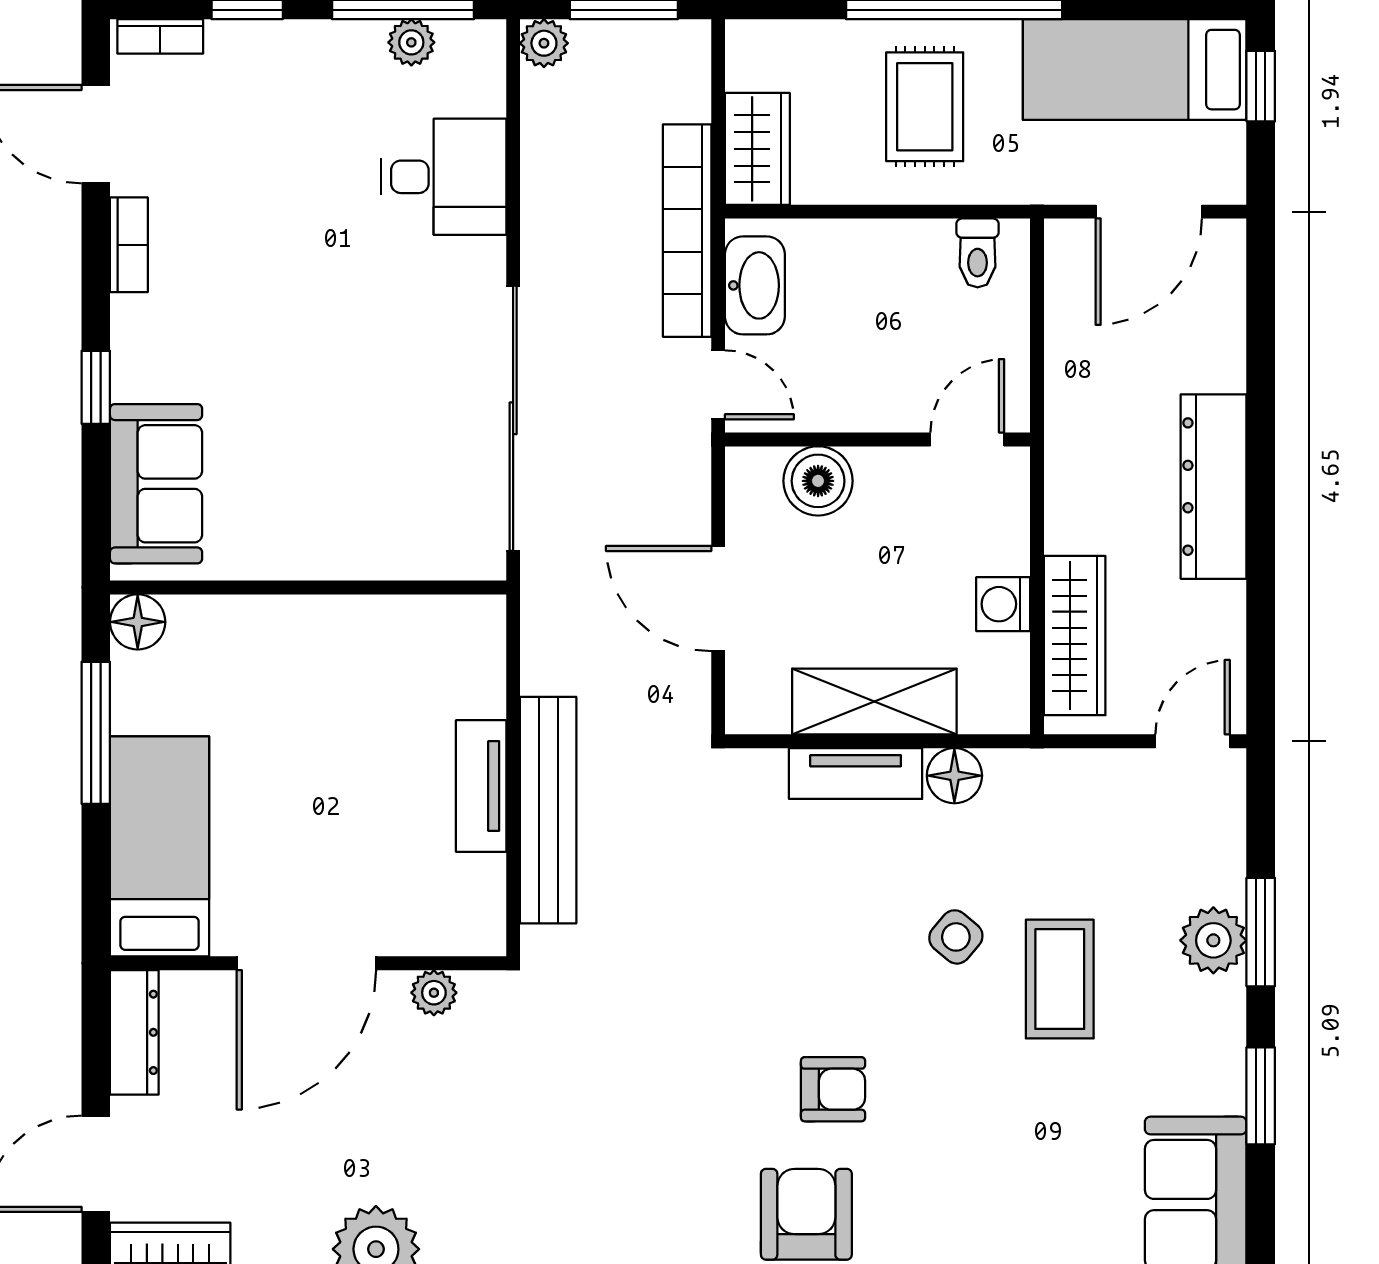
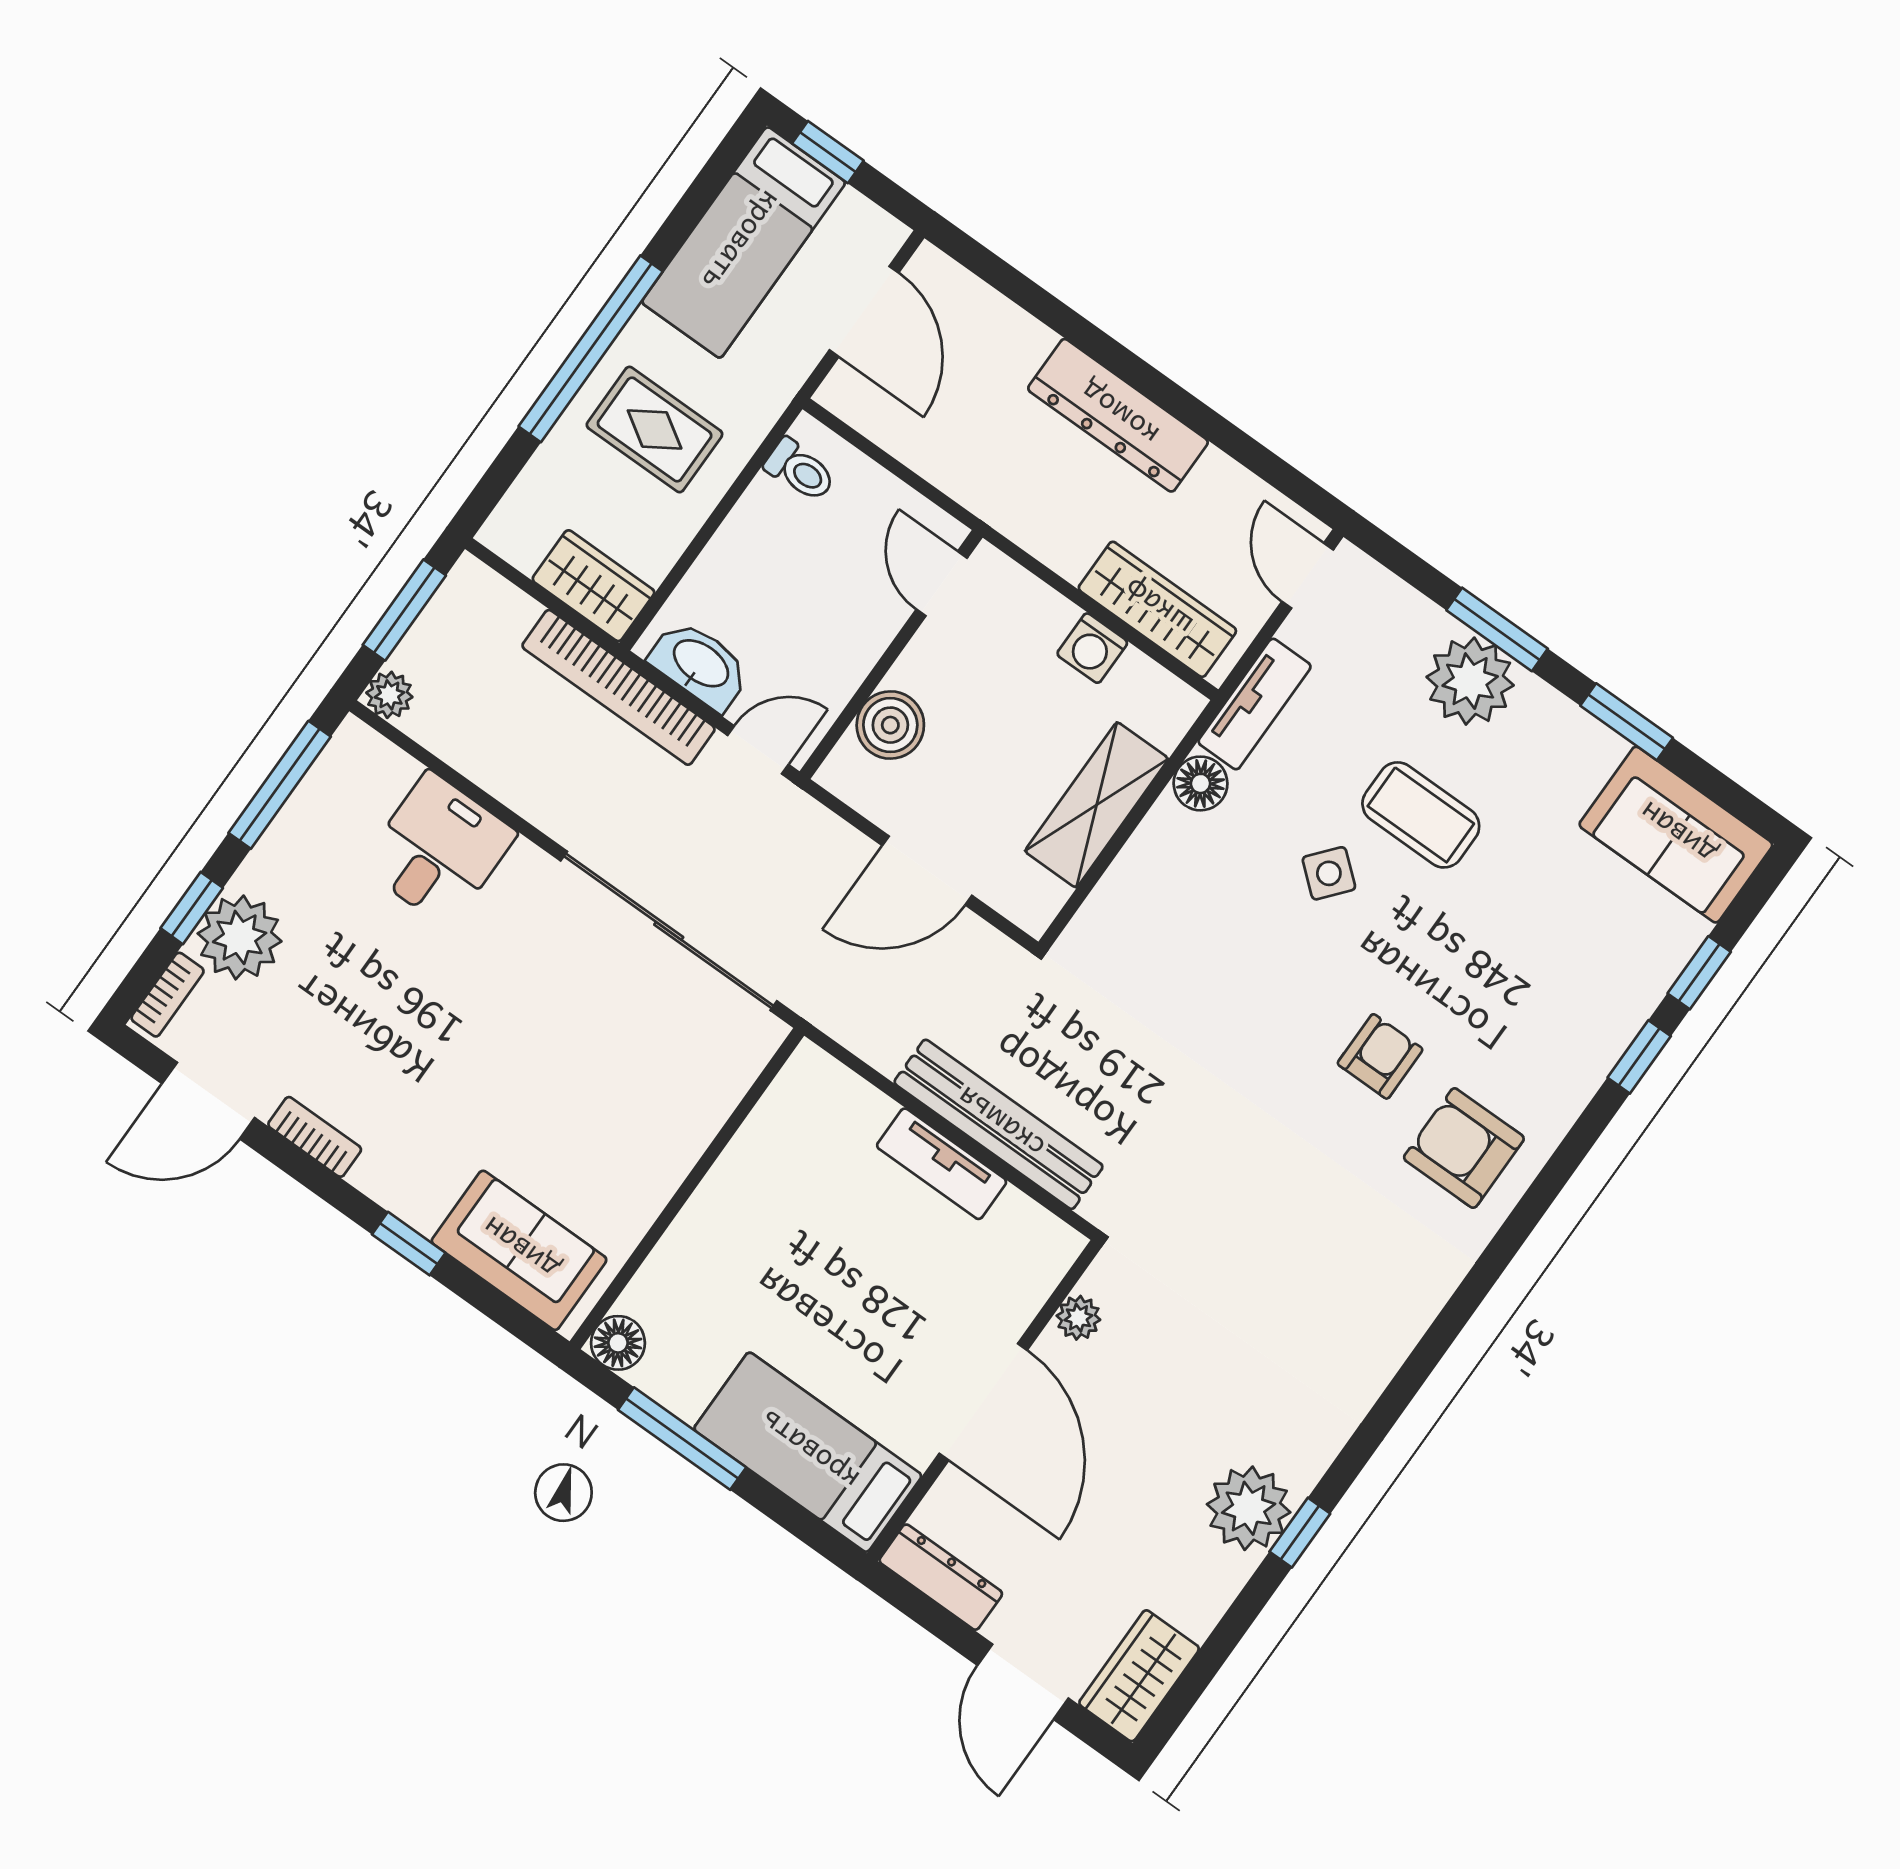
plant: (411, 42) -> (240, 937), moved, width x1.88, depth x1.88
tv unit: (856, 773) -> (1255, 704), moved
plant: (1213, 940) -> (1470, 681), width x1.36, depth x1.36

